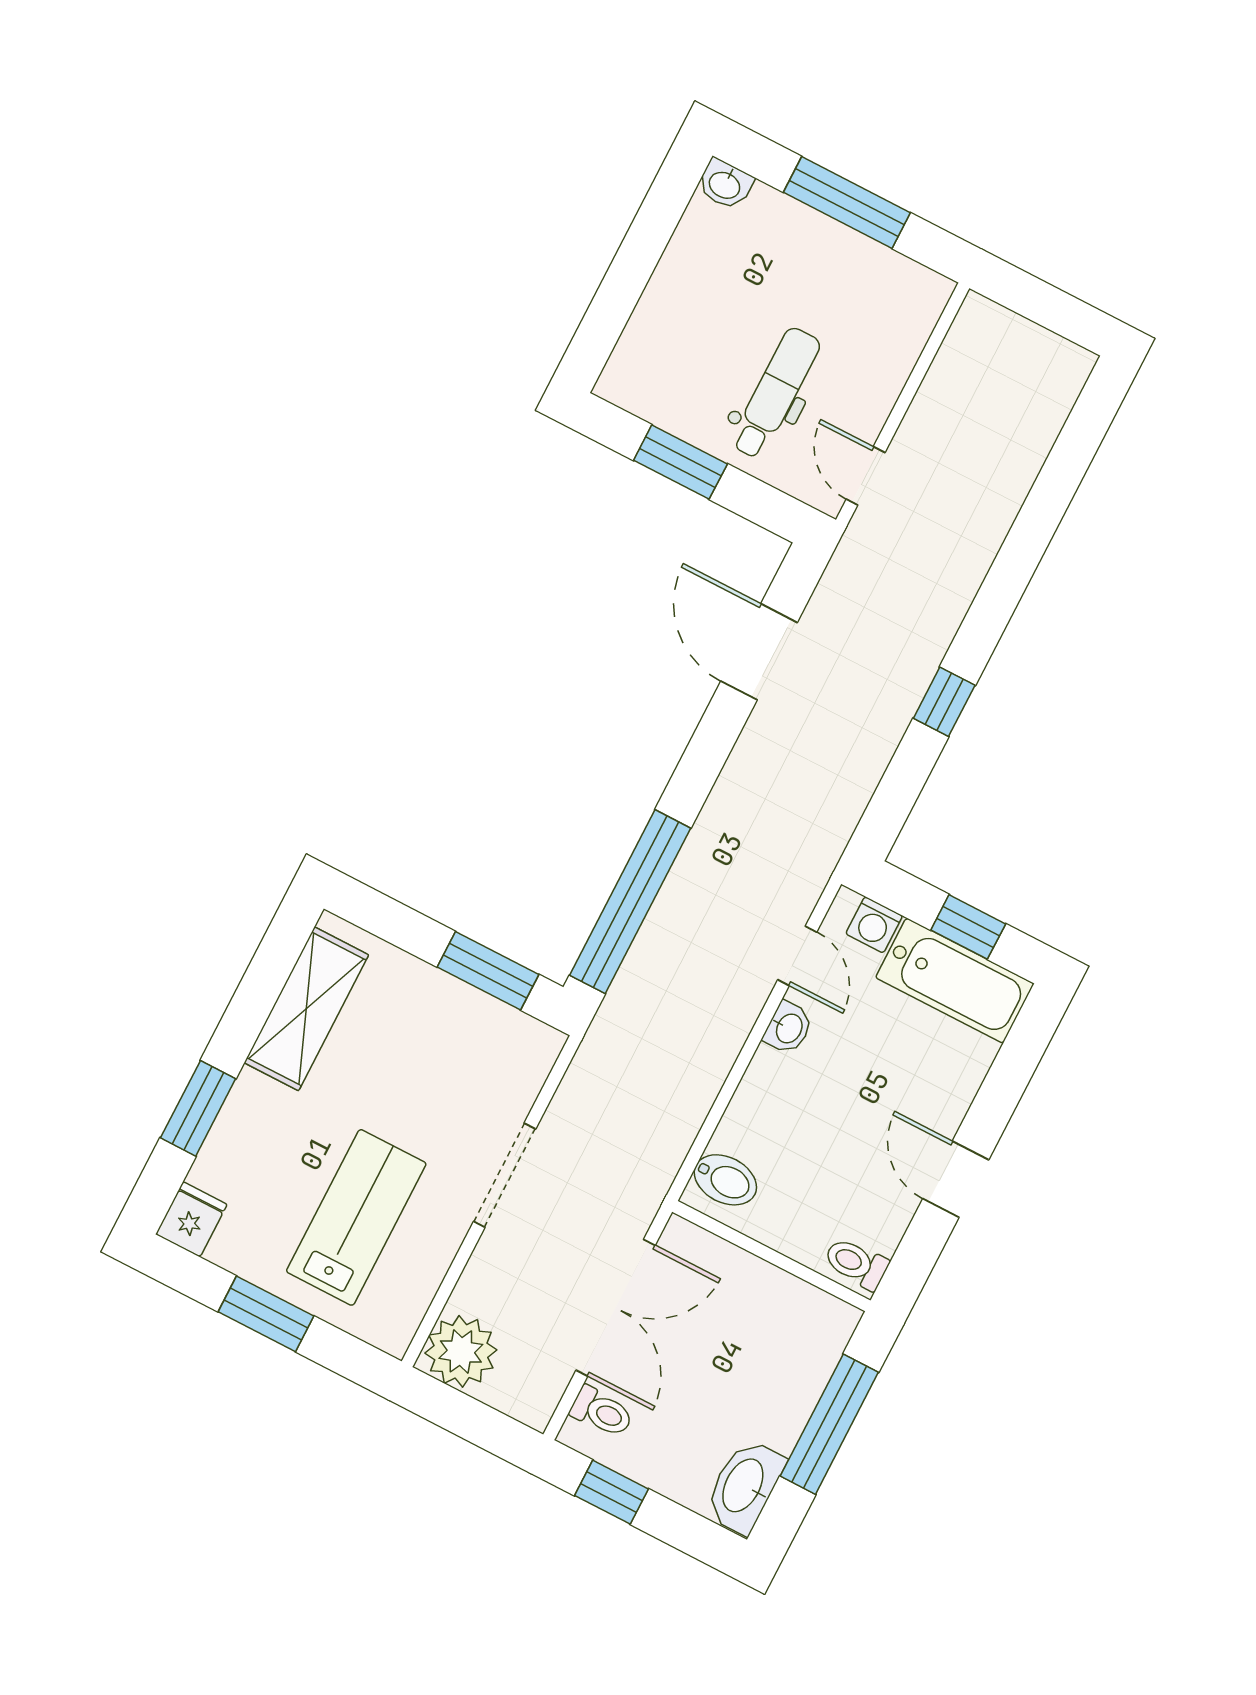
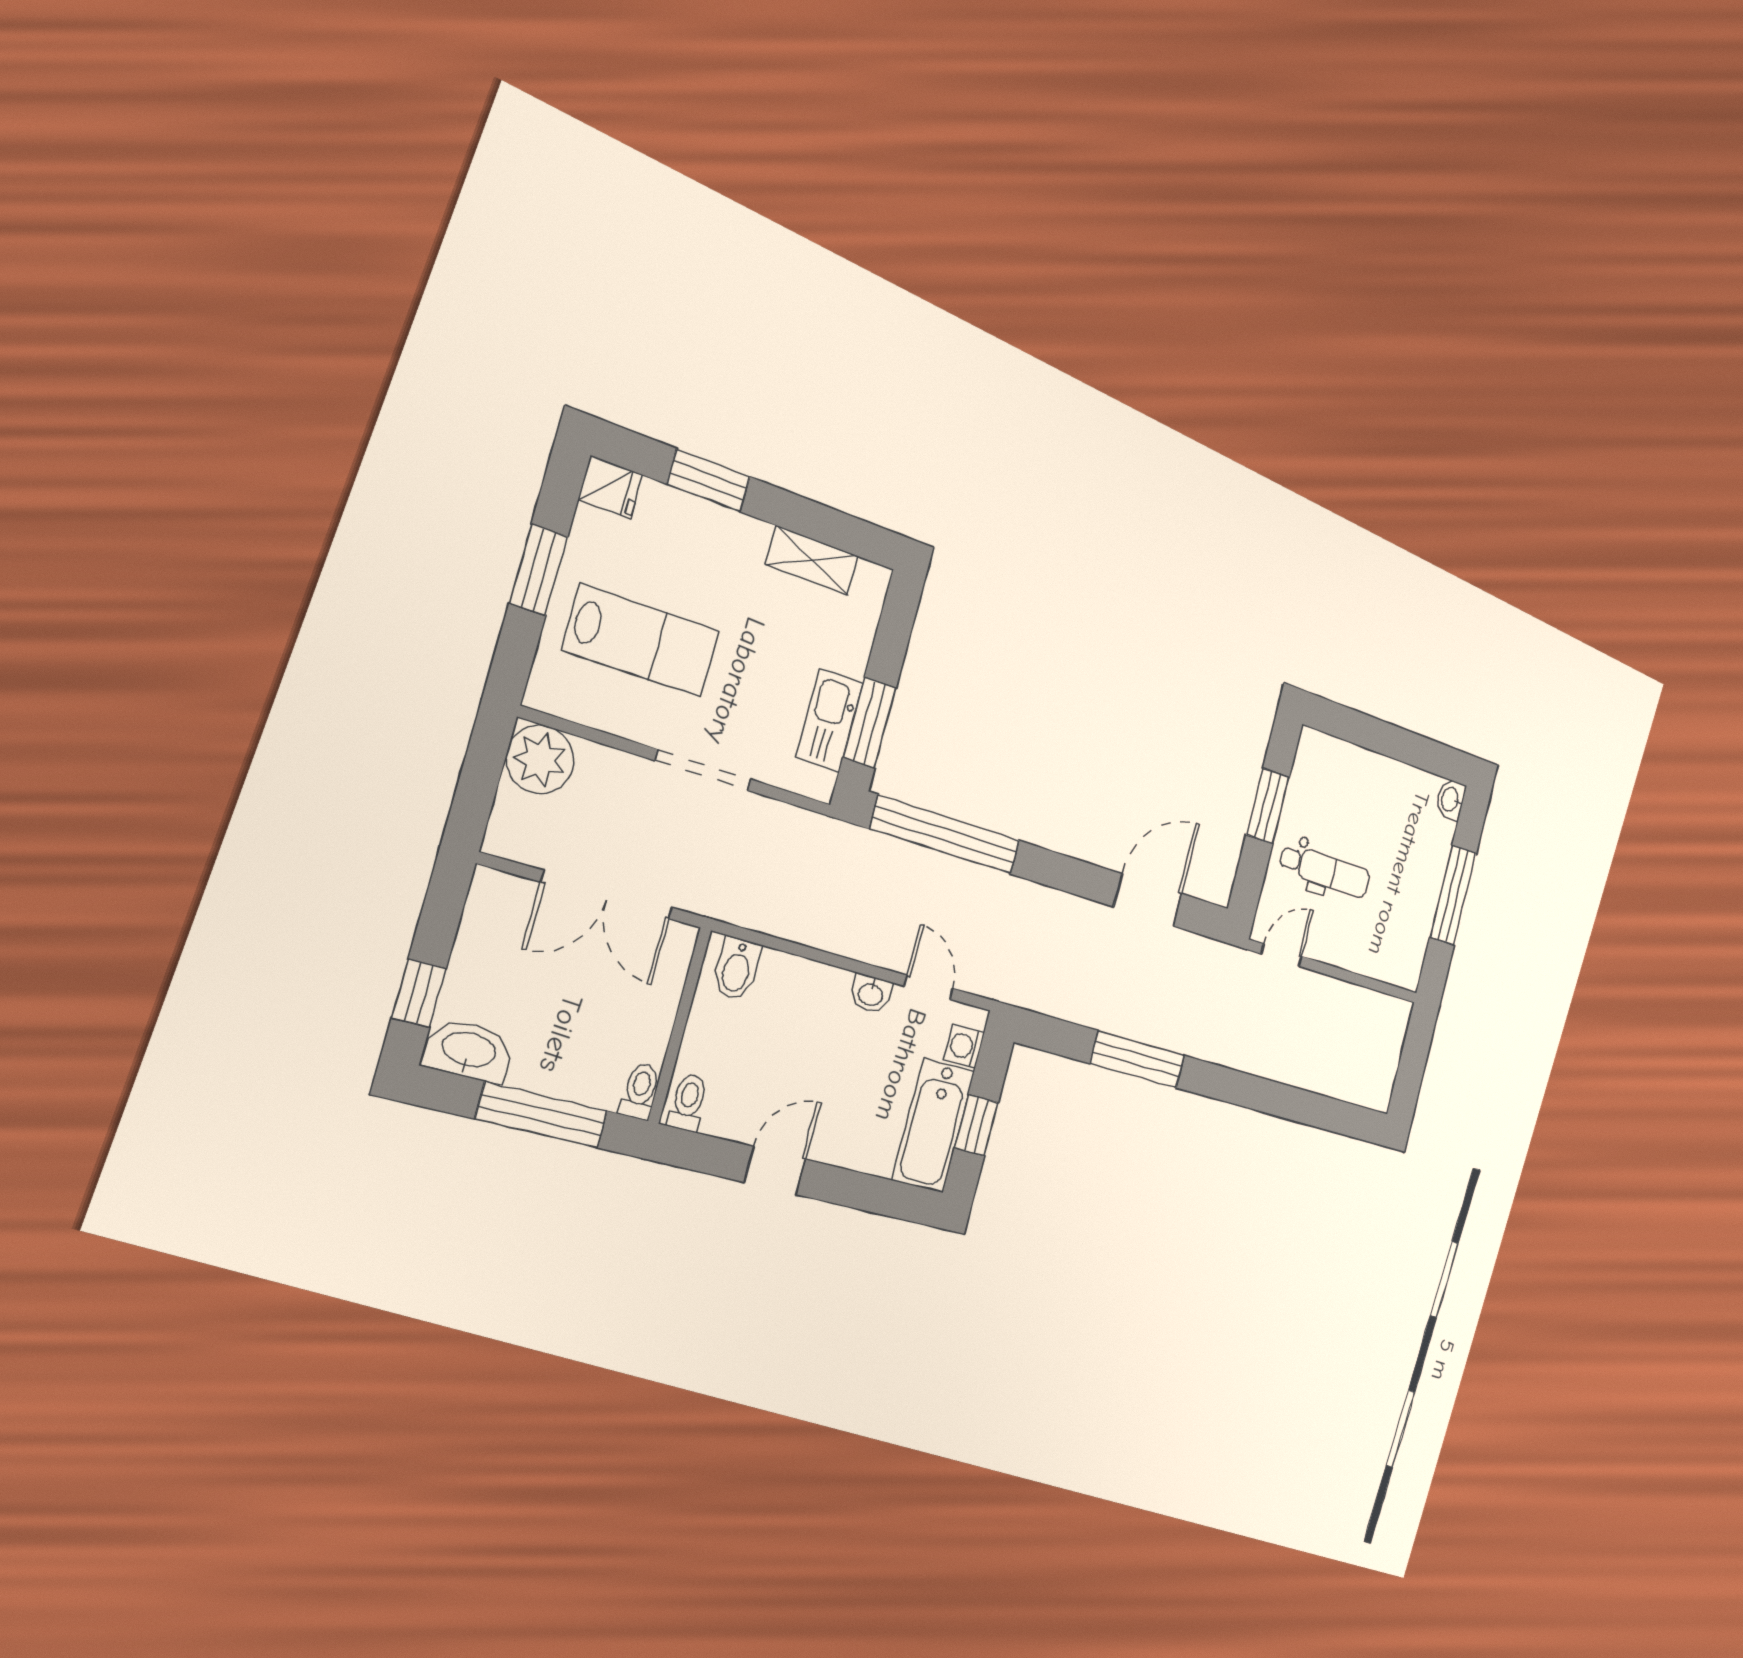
window: (944, 702) -> (1137, 1059), width x2.17
door: (797, 956) -> (929, 987), swing flipped
shelving: (306, 1009) -> (812, 560), width x0.67, depth x0.75
kitchen sink: (477, 1018) -> (829, 720), added
toilet: (602, 1412) -> (640, 1091), moved, turned 180
window: (611, 1492) -> (419, 993), moved

